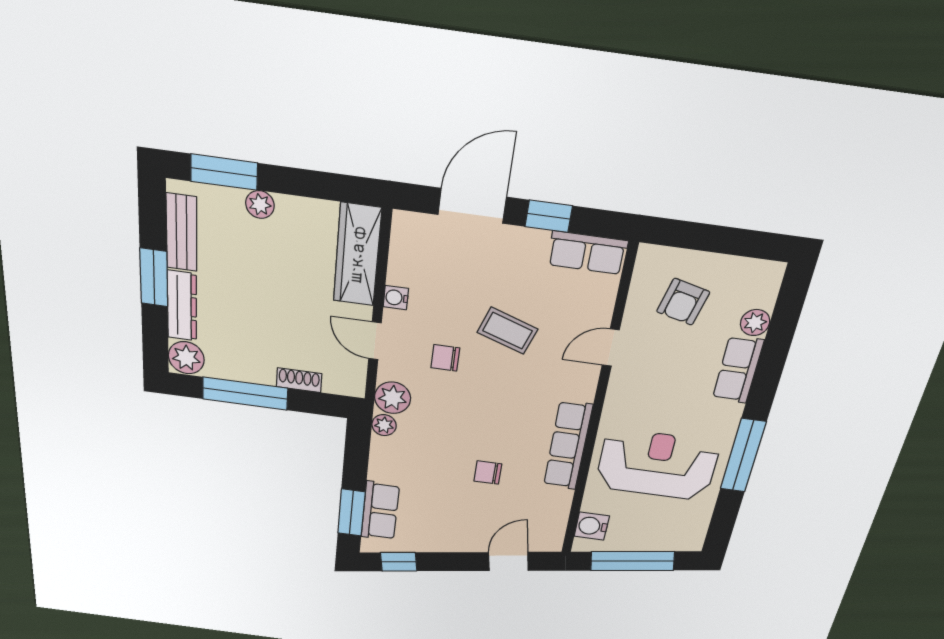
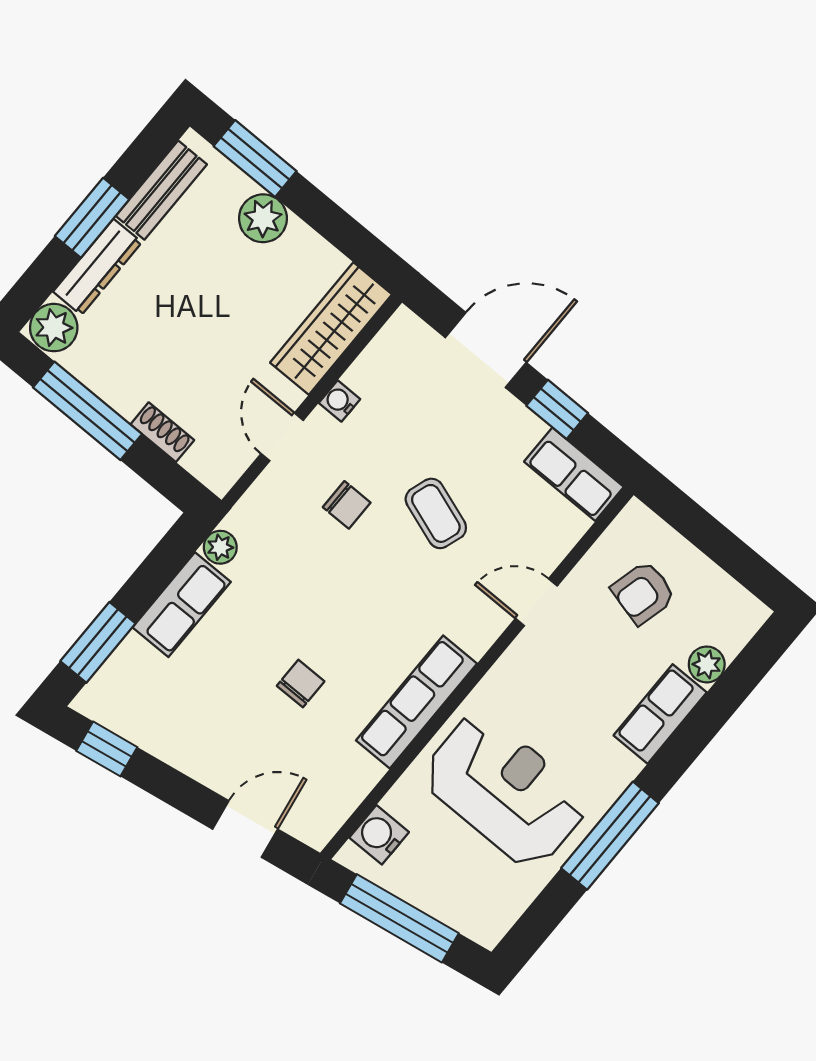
plant: (260, 205) -> (263, 218), width x1.38, depth x1.38
chair: (445, 358) -> (347, 505), turned 180
plant: (393, 398) -> (254, 518), removed
chair: (488, 472) -> (301, 684), turned 90
row of seats: (380, 511) -> (182, 605), moved

